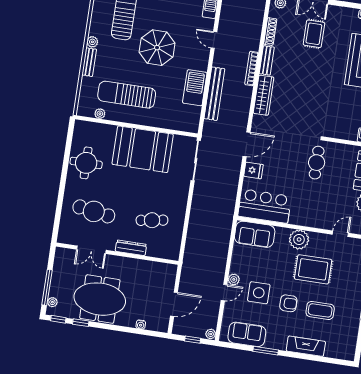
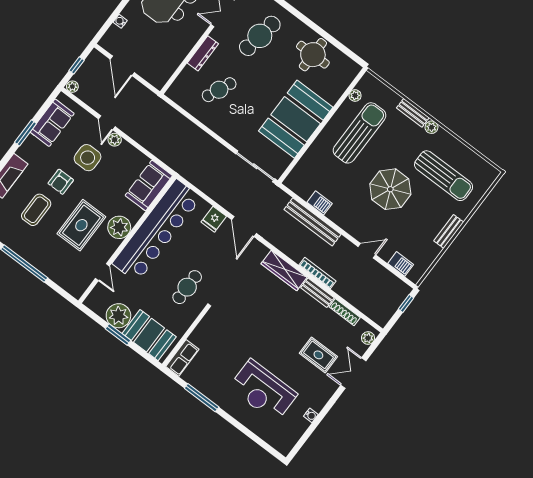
barbecue: (195, 88) -> (320, 203), width x0.53, depth x0.65
cafe table: (317, 163) -> (187, 287), turned 90
bar counter: (265, 206) -> (157, 231), width x1.86
cafe table: (152, 220) -> (219, 90), turned 33

